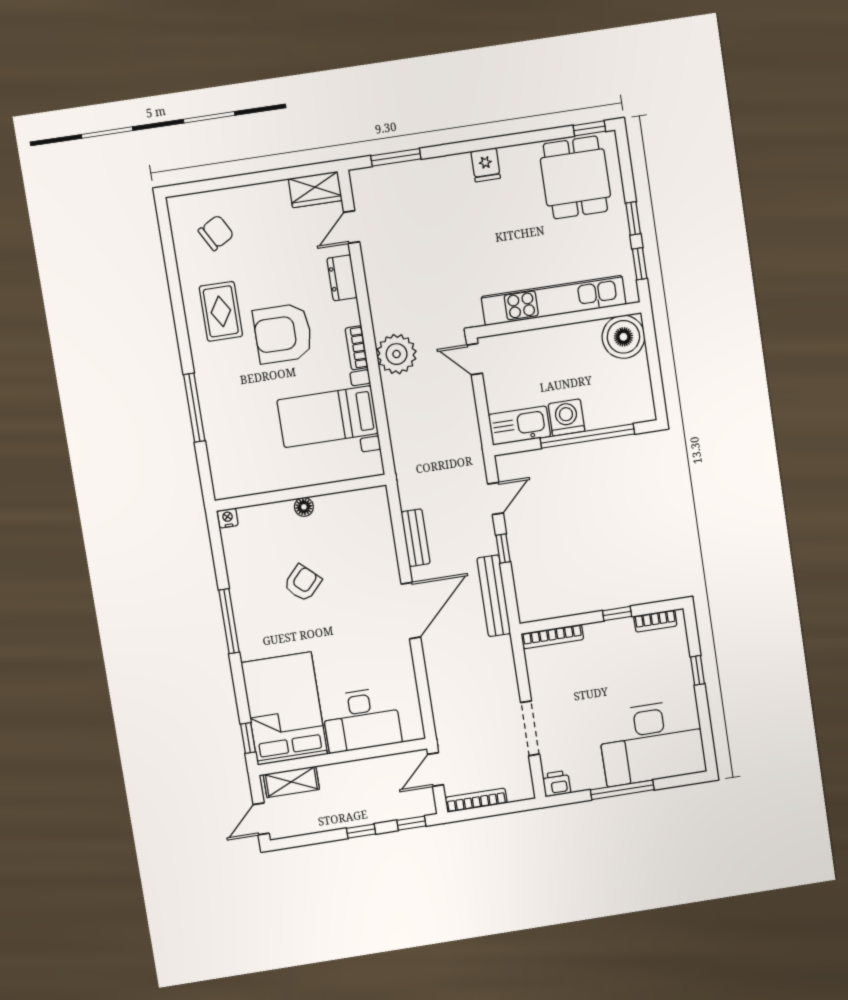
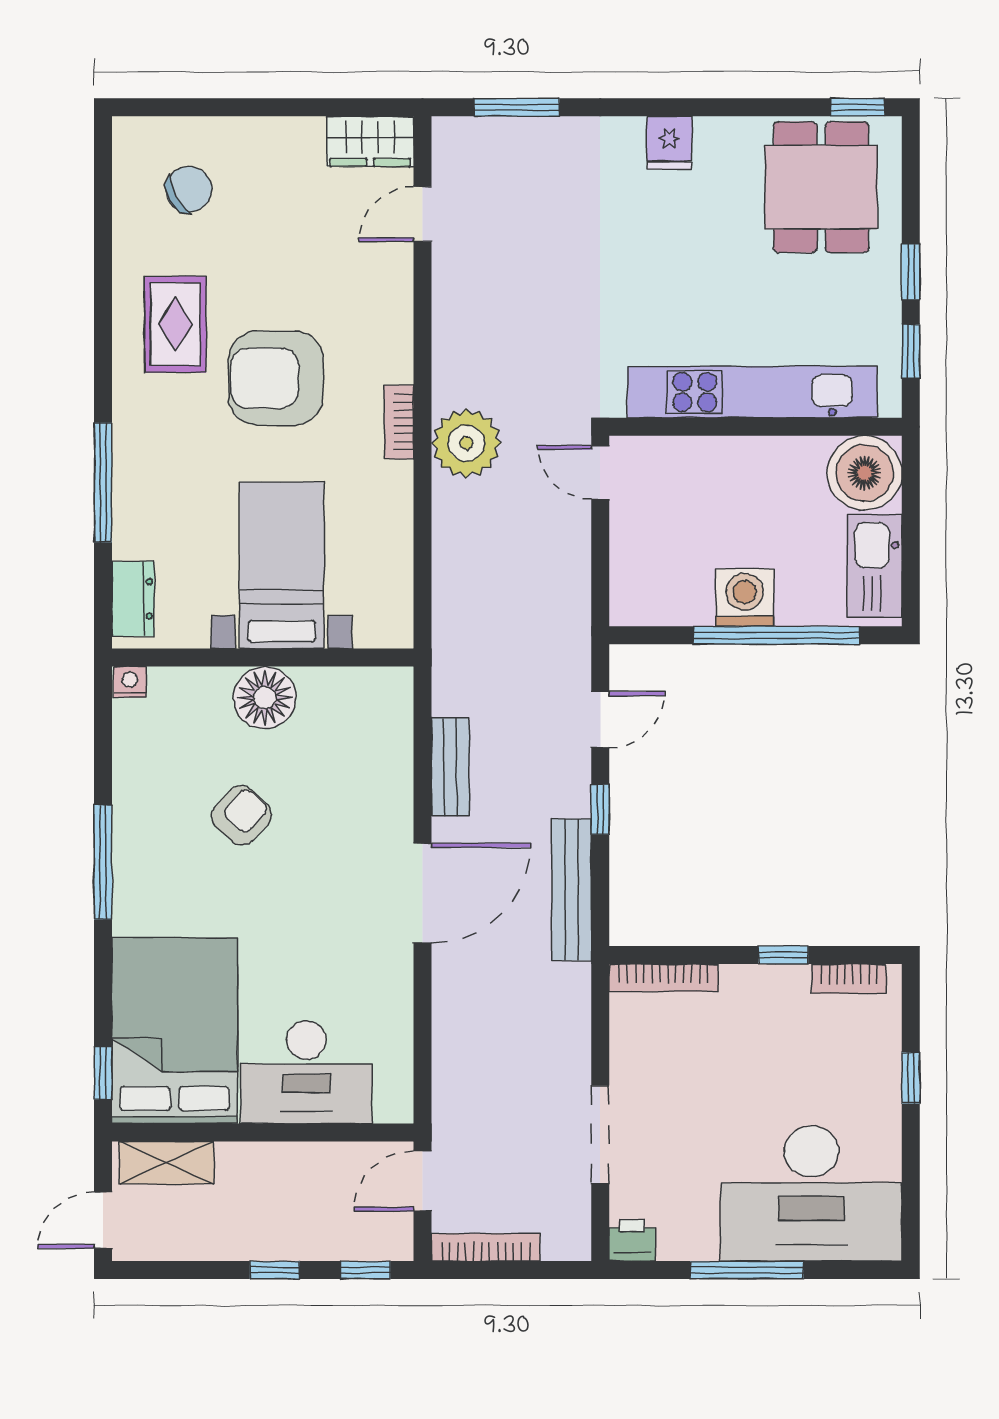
dresser: (342, 278) -> (133, 599), moved, turned 180
bed with nightstands: (328, 417) -> (282, 565), moved, turned 90
kitchen sink: (519, 426) -> (875, 566), moved, turned -90
floor lamp: (304, 507) -> (265, 698), width x1.89, depth x1.89

